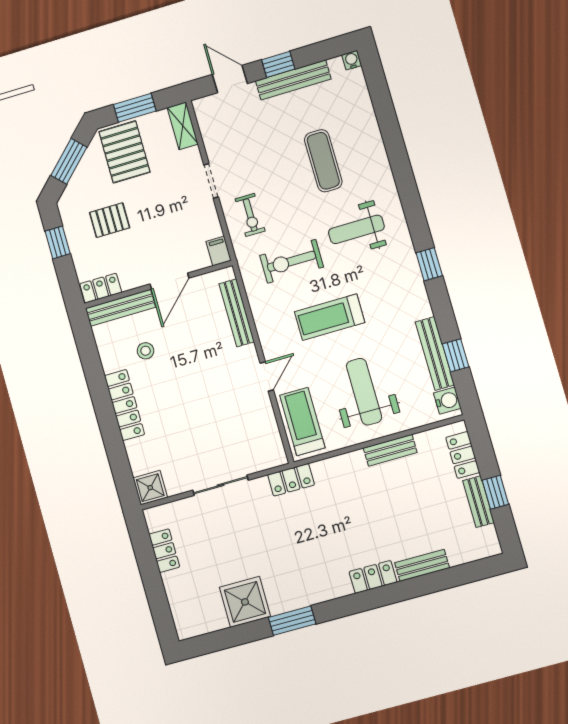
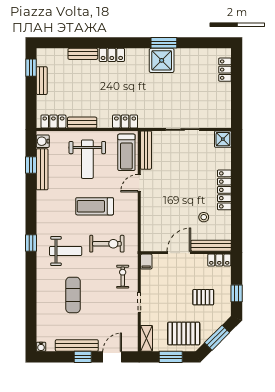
door: (230, 79) -> (112, 357), swing flipped
pallet: (124, 152) -> (184, 334), turned 90
window: (429, 264) -> (31, 243), moved
bench: (237, 313) -> (146, 150), moved
treadmill: (330, 317) -> (95, 206), turned 180
locker: (463, 455) -> (53, 122), moved, turned -90
locker: (291, 480) -> (125, 122), moved
window: (495, 492) -> (31, 68), moved
locker: (164, 551) -> (225, 70), moved
shower: (245, 602) -> (162, 60), moved

